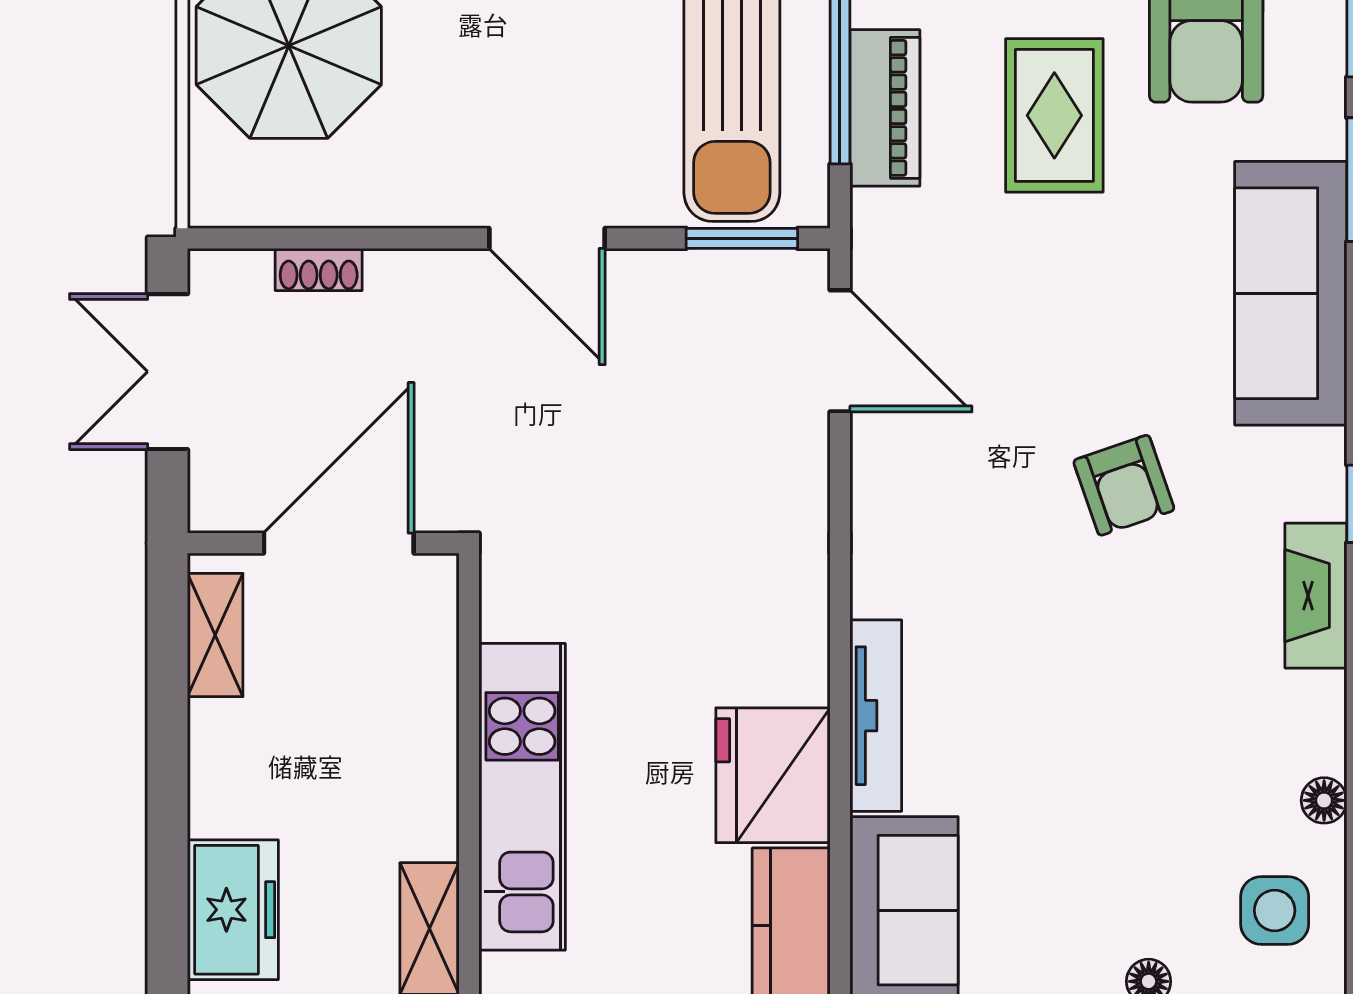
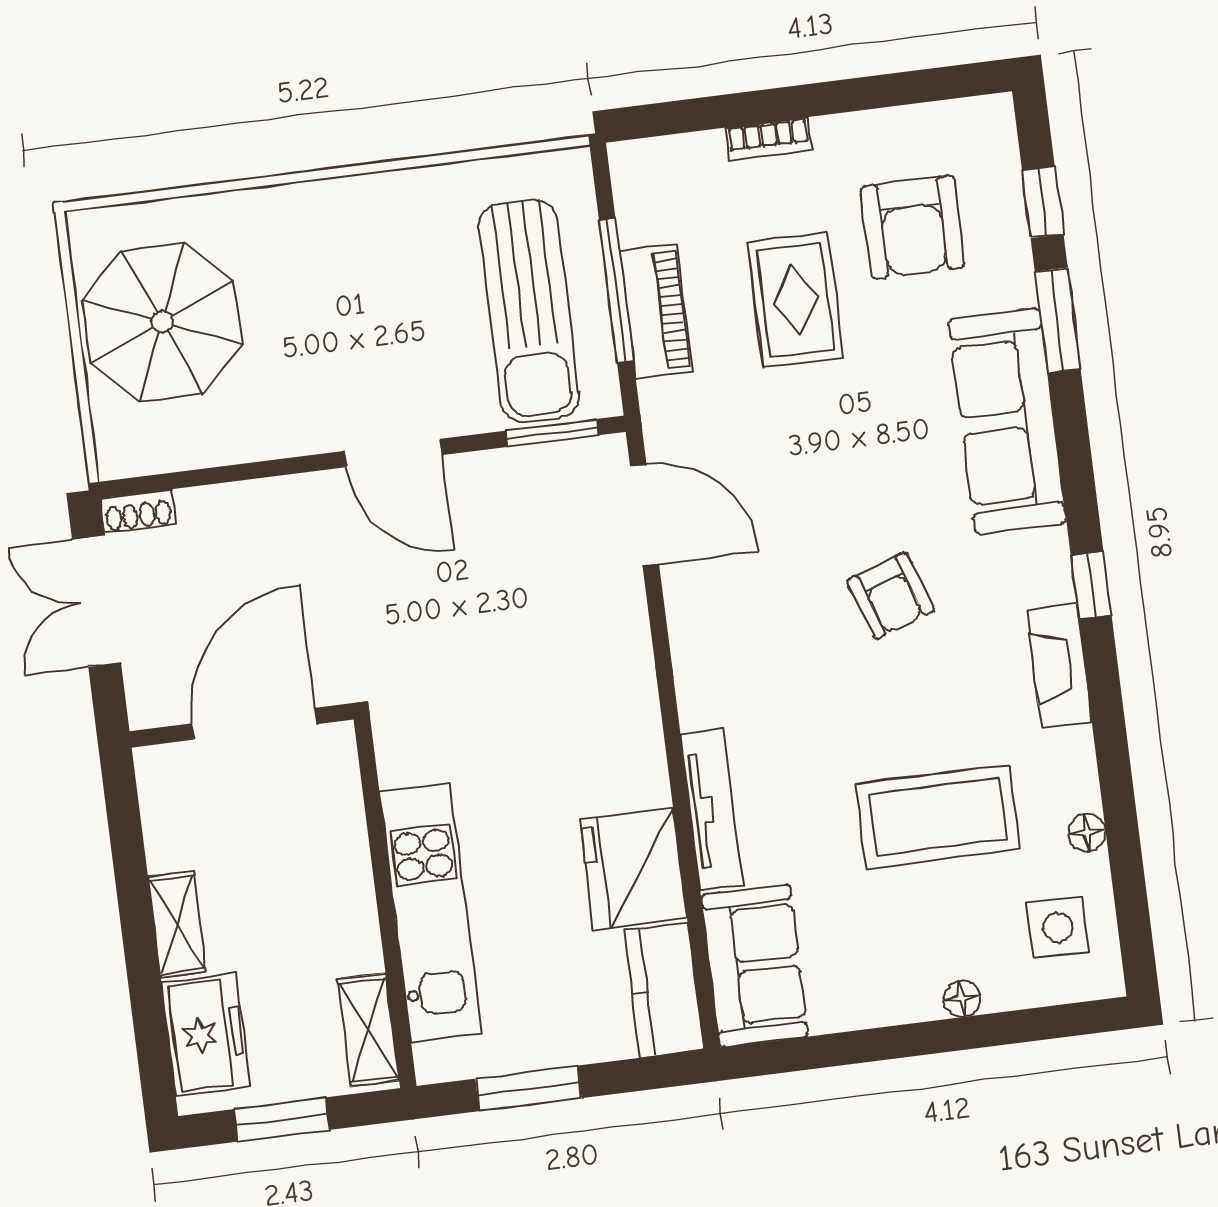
shoe rack: (319, 269) -> (138, 511), moved
shelving: (215, 635) -> (177, 924), moved
coffee table: (1147, 759) -> (938, 817), added

